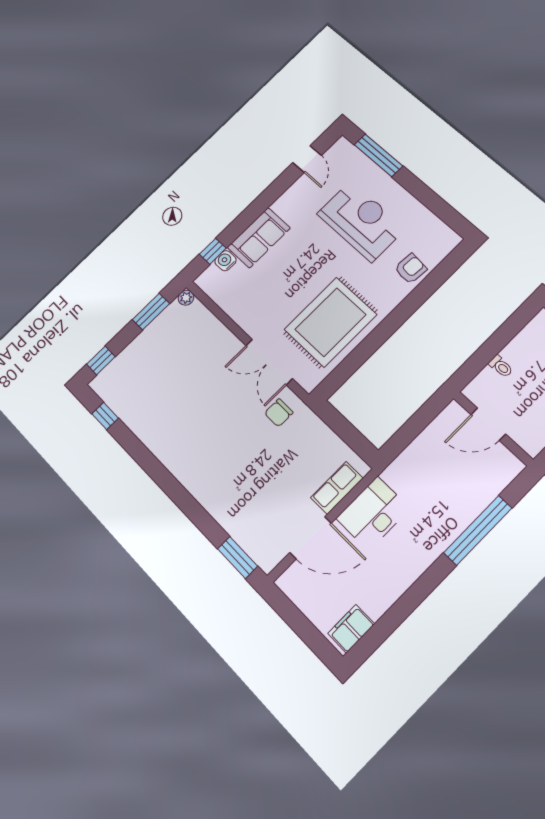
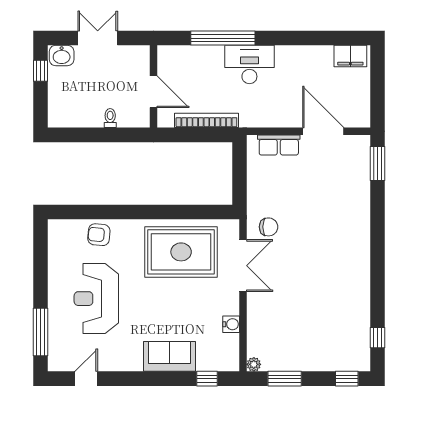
water cooler: (225, 261) -> (231, 324), moved, turned -90
bookcase: (419, 446) -> (206, 120), added
desk: (373, 513) -> (249, 65), moved, turned 180

